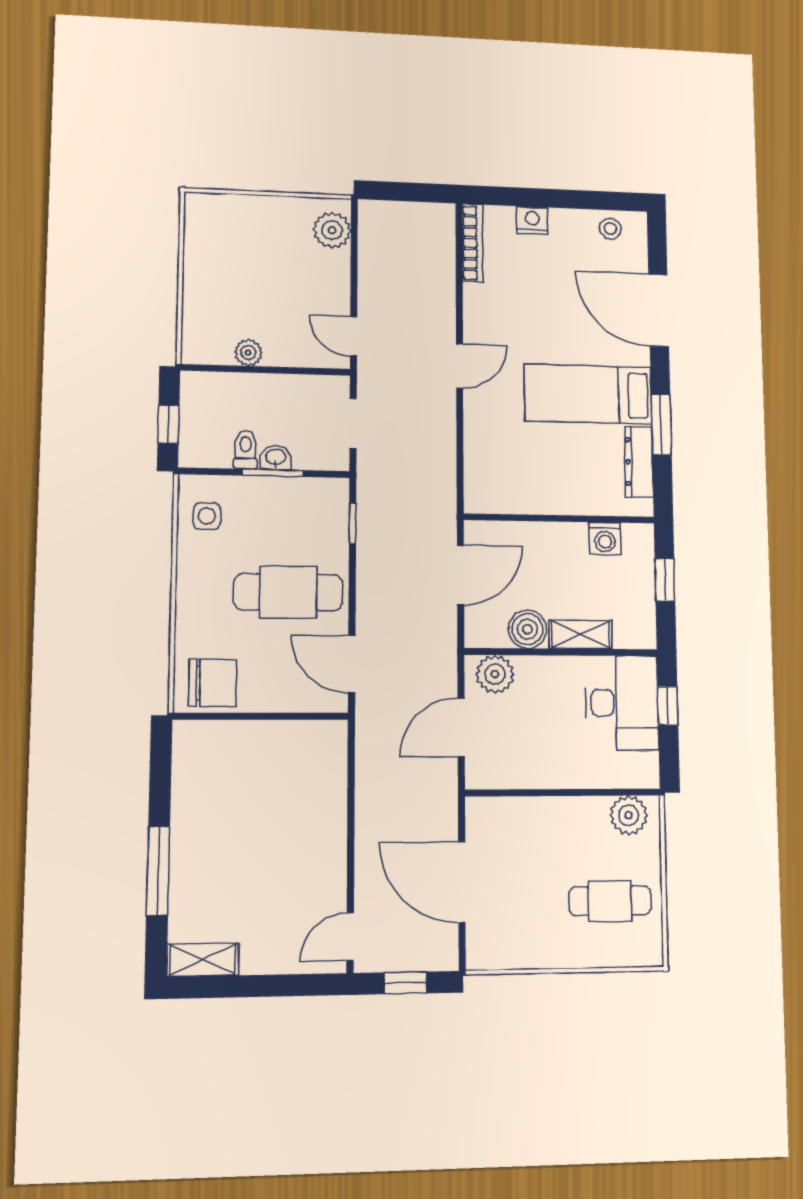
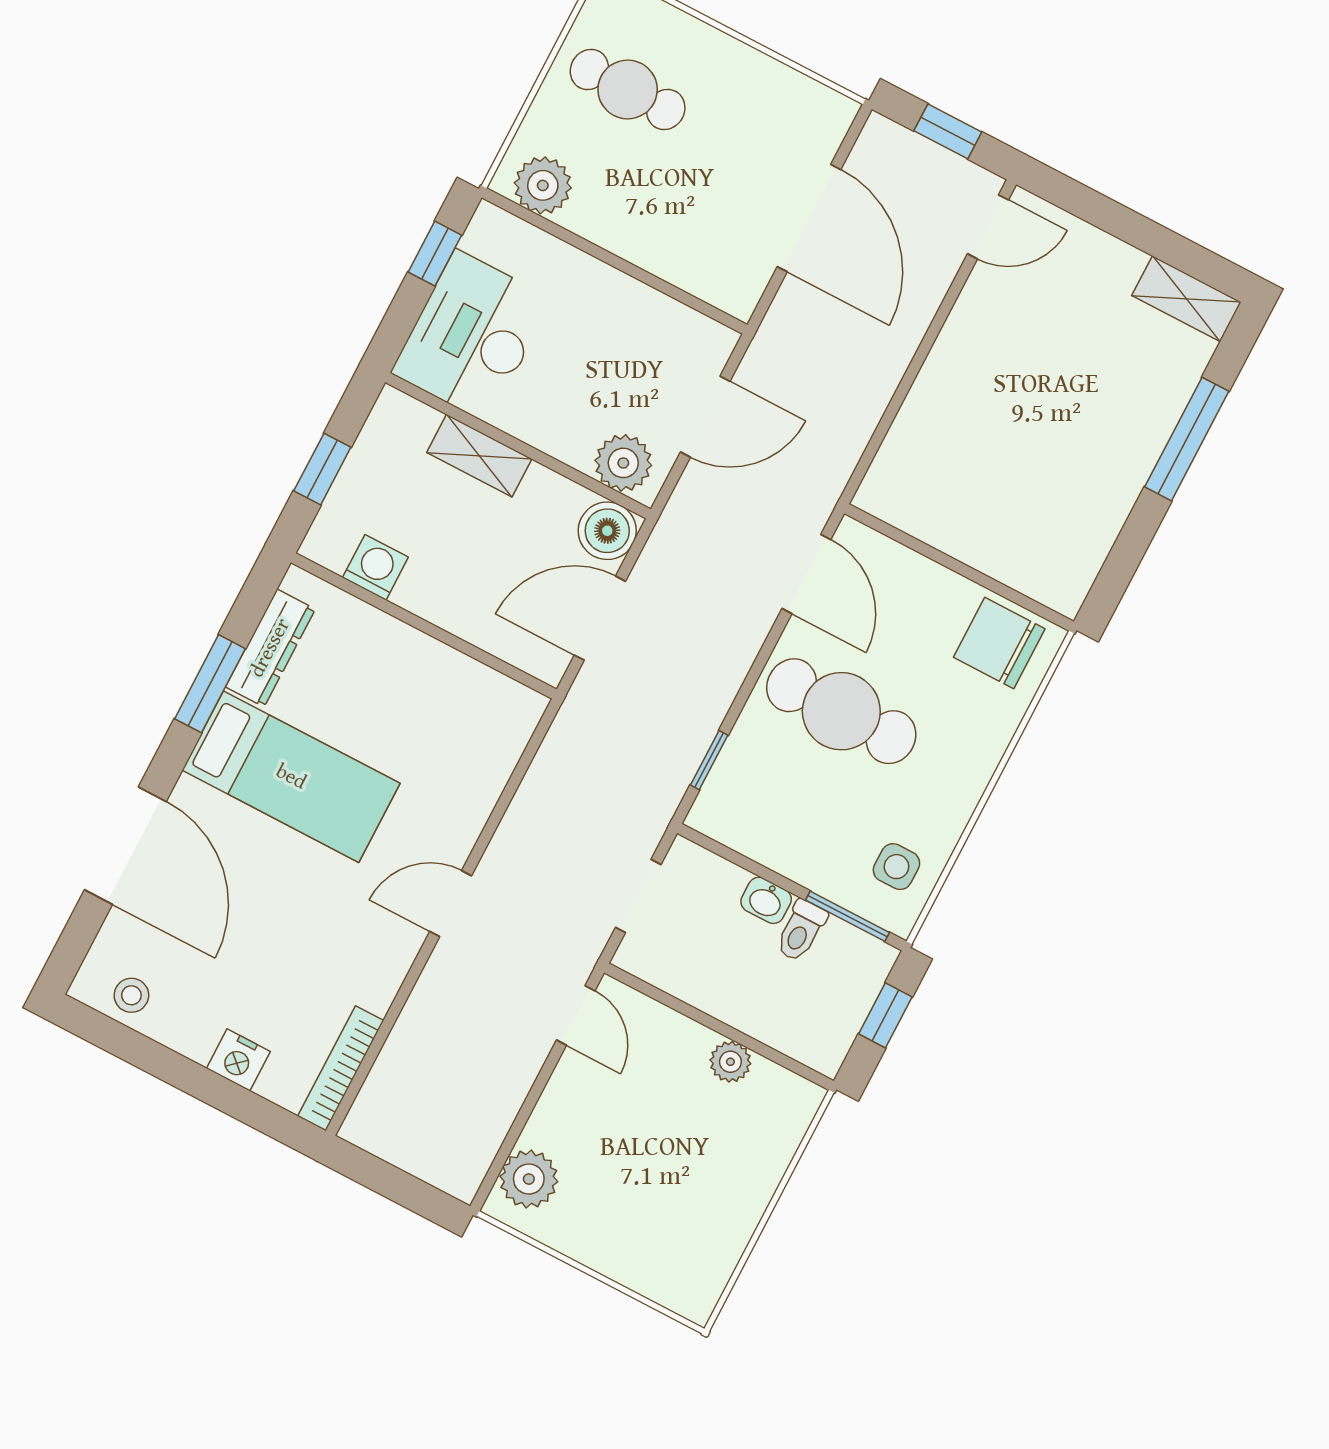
window: (273, 473) -> (847, 916), moved
boiler: (527, 629) -> (607, 531), moved
window: (668, 706) -> (435, 254), moved

